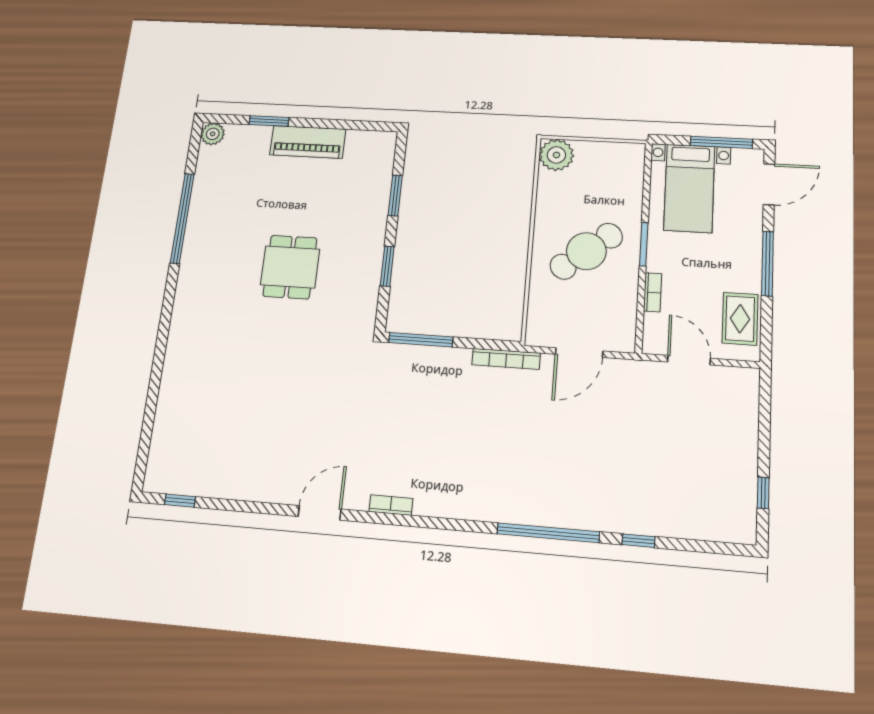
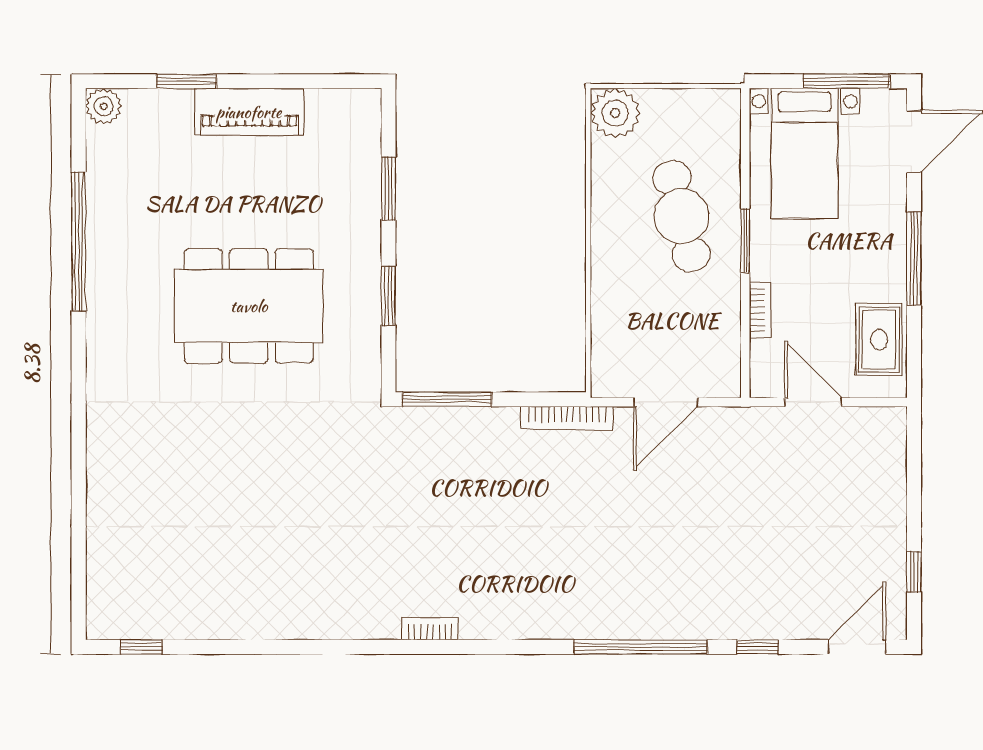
cafe table: (586, 251) -> (682, 216), moved, turned -65
dining table: (290, 267) -> (249, 306), width x1.88, depth x1.24
door: (320, 513) -> (857, 647), moved

